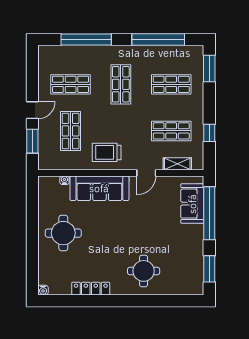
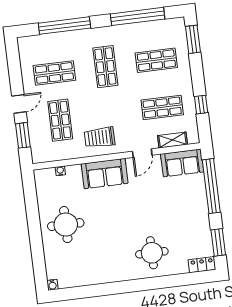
sofa: (99, 188) -> (105, 174), width x0.73
sofa: (192, 204) -> (182, 163), moved, turned -90
locker: (91, 289) -> (202, 265), moved, width x0.66

